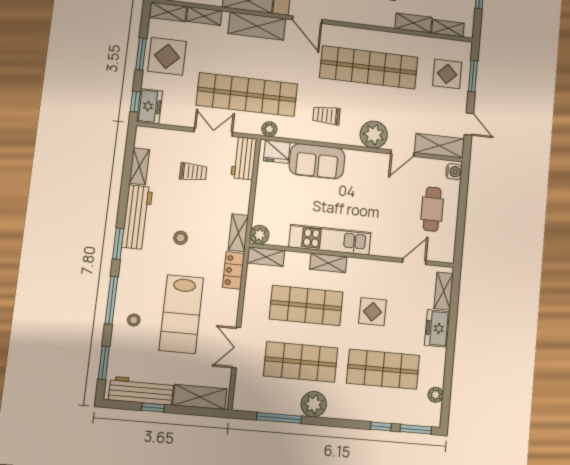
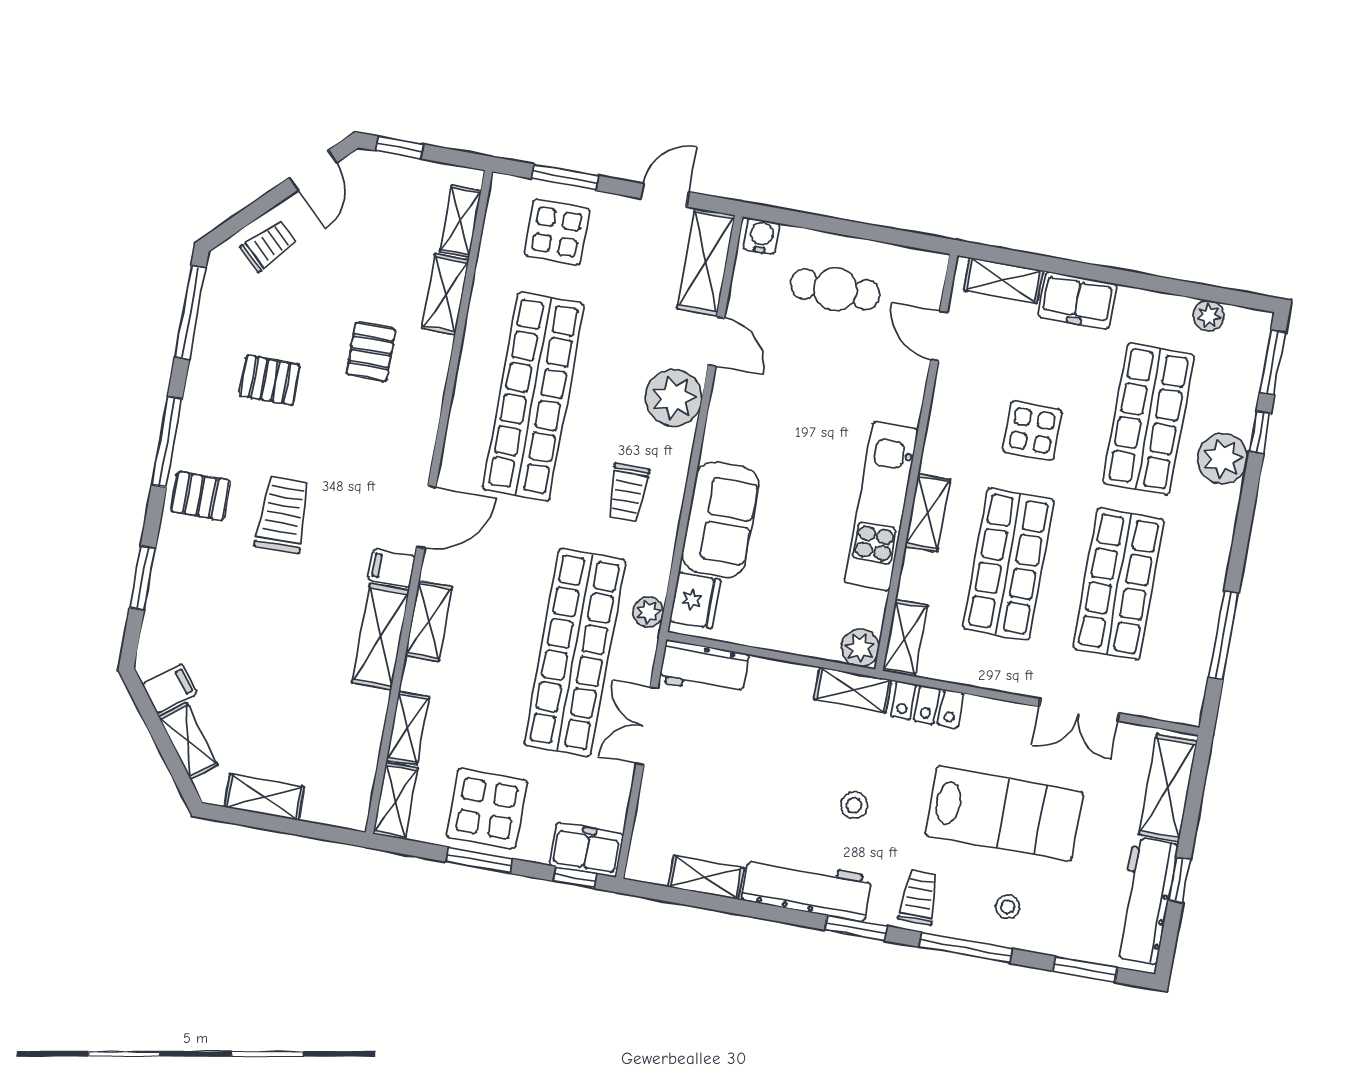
shelving: (257, 26) -> (429, 621), width x0.67, depth x0.75
trolley: (193, 172) -> (919, 897), moved
plant: (314, 404) -> (1223, 459), moved

